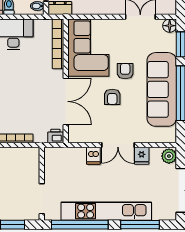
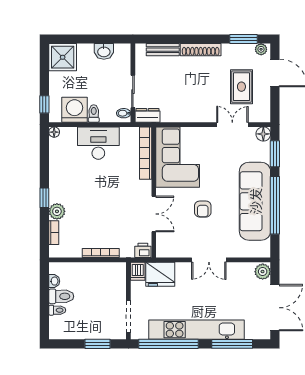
armchair: (125, 71) -> (216, 182), removed
double door: (66, 101) -> (154, 214), width x0.73
dishwasher: (93, 156) -> (138, 271), moved
fridge: (142, 156) -> (160, 274), moved, width x1.88, depth x1.34

